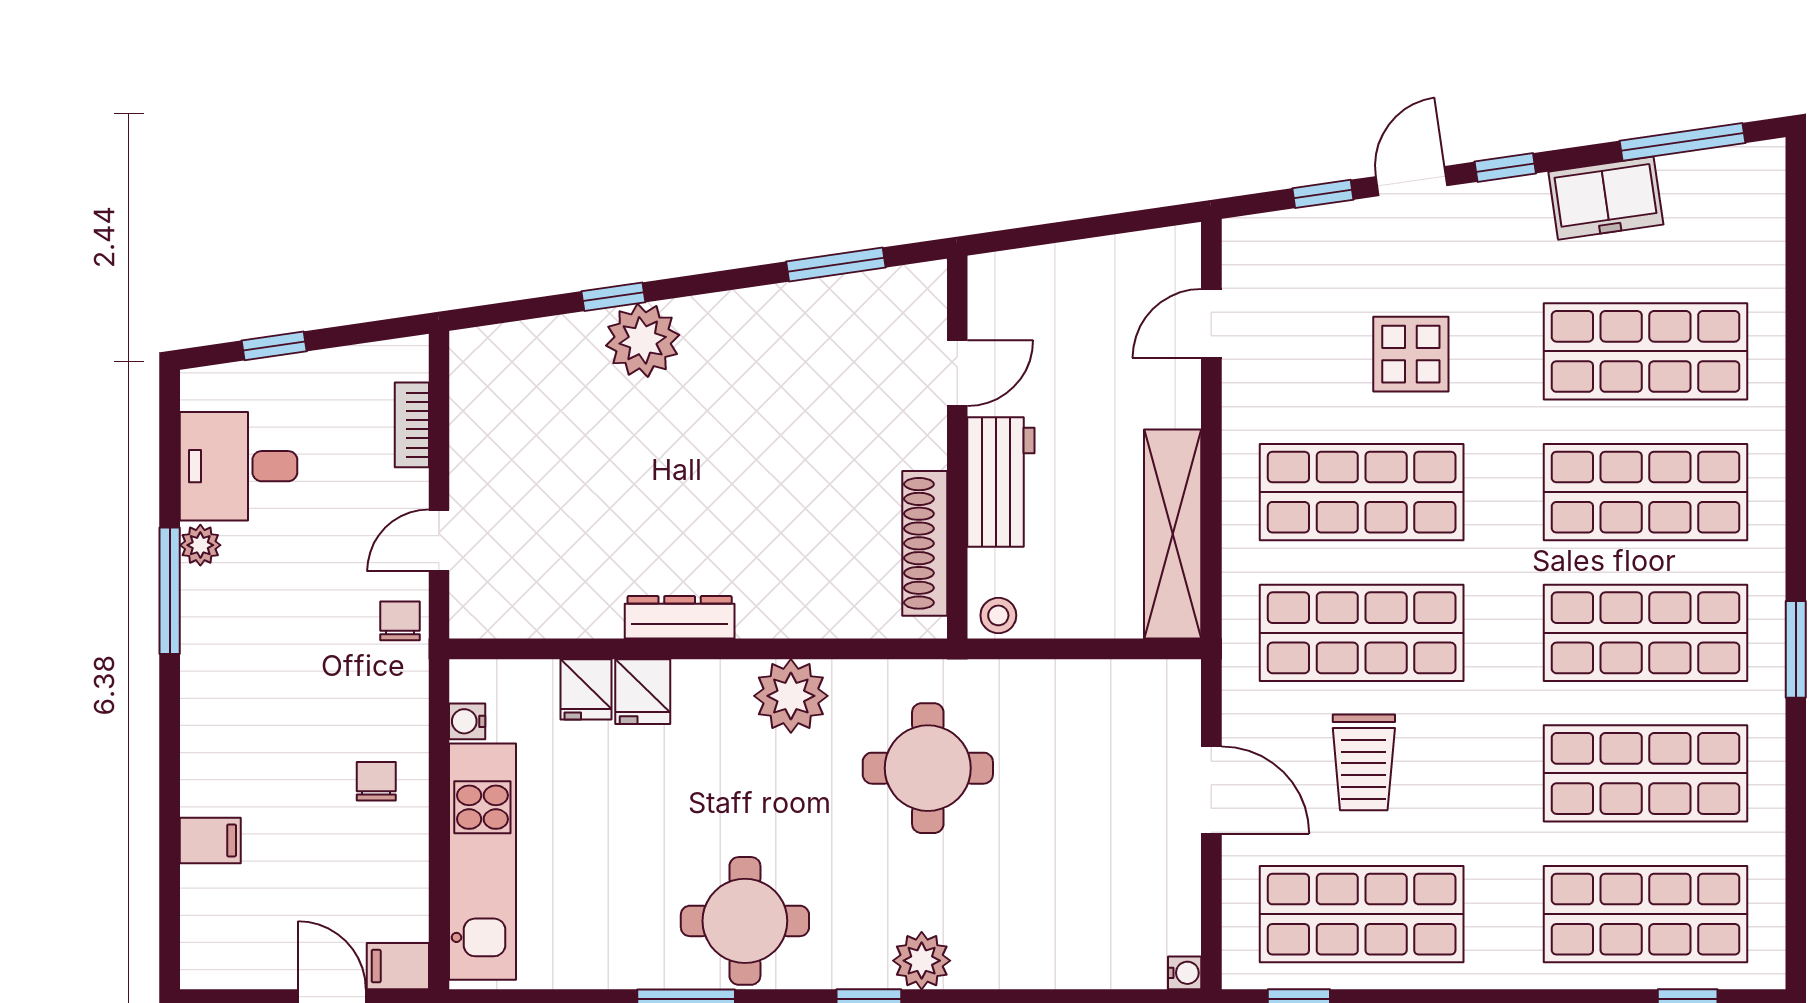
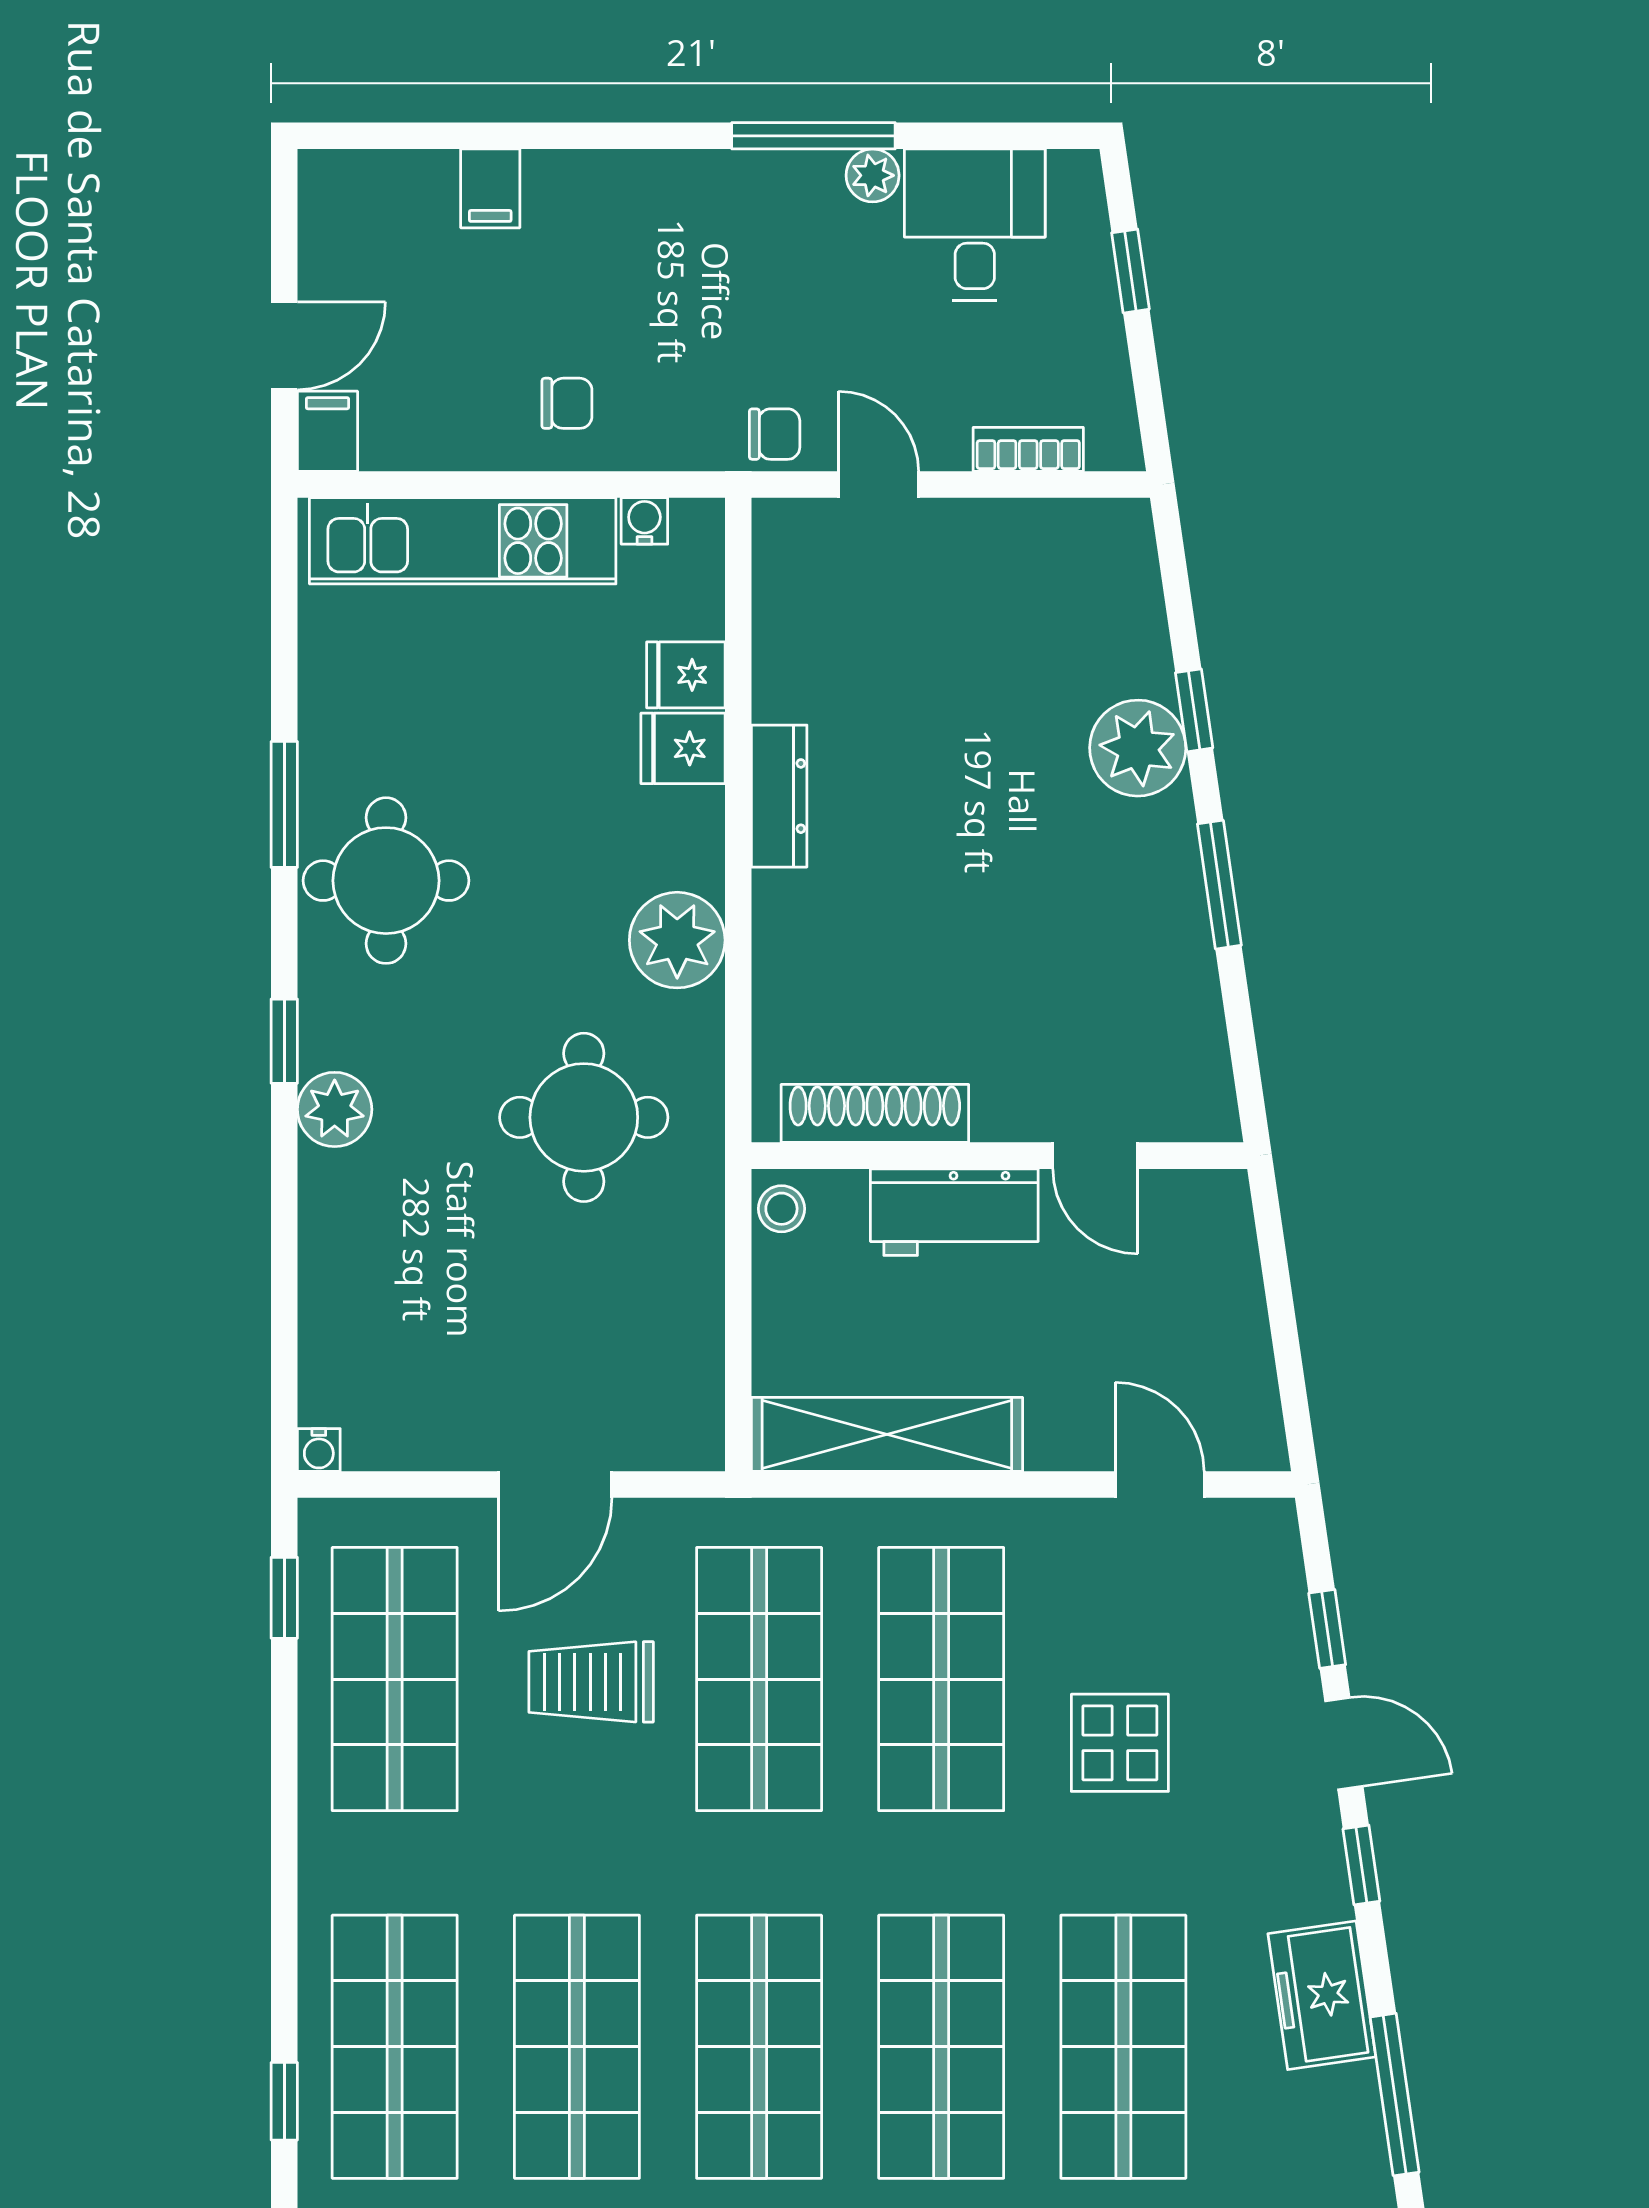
window: (836, 265) -> (1219, 885), moved

